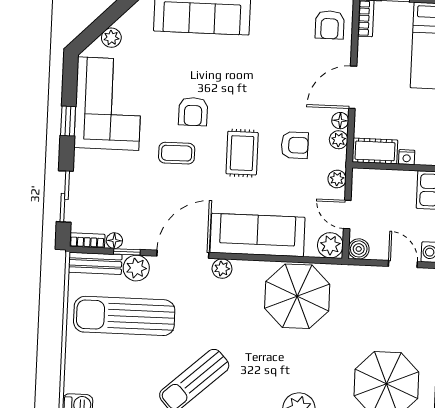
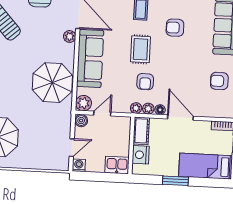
armchair: (330, 25) -> (219, 81), moved
armchair: (193, 112) -> (175, 28), moved
rug: (242, 153) -> (140, 49), turned 90
nightstand: (407, 157) -> (141, 155), width x1.89, depth x1.79
plant: (337, 179) -> (136, 108), moved

